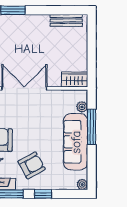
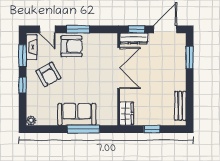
window: (92, 52) -> (152, 129), added
plant: (82, 107) -> (102, 120), removed
sofa: (76, 142) -> (77, 114), width x0.73

